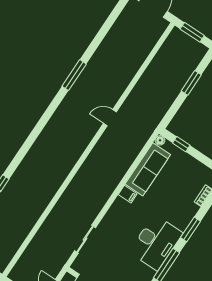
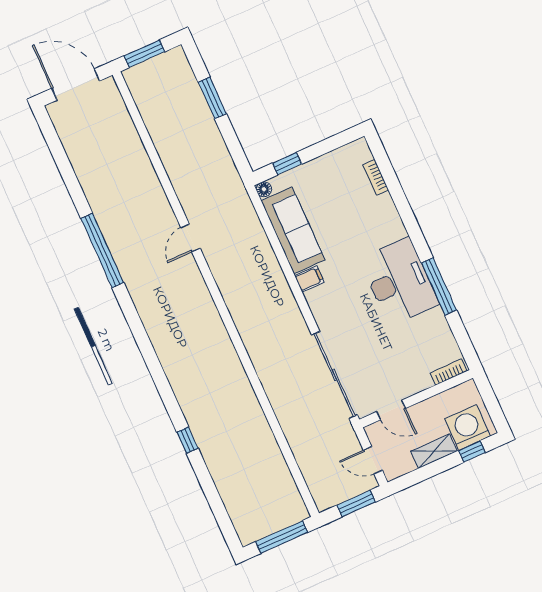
window: (74, 75) -> (102, 251), width x1.46
window: (190, 229) -> (411, 223), removed
sliding door: (85, 239) -> (334, 375), width x1.86

